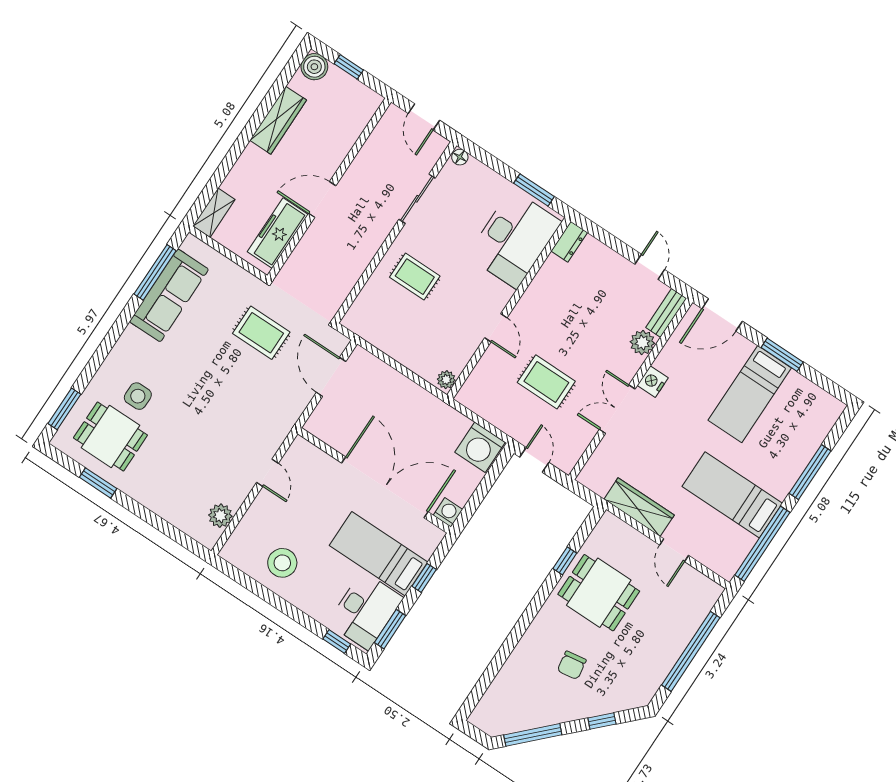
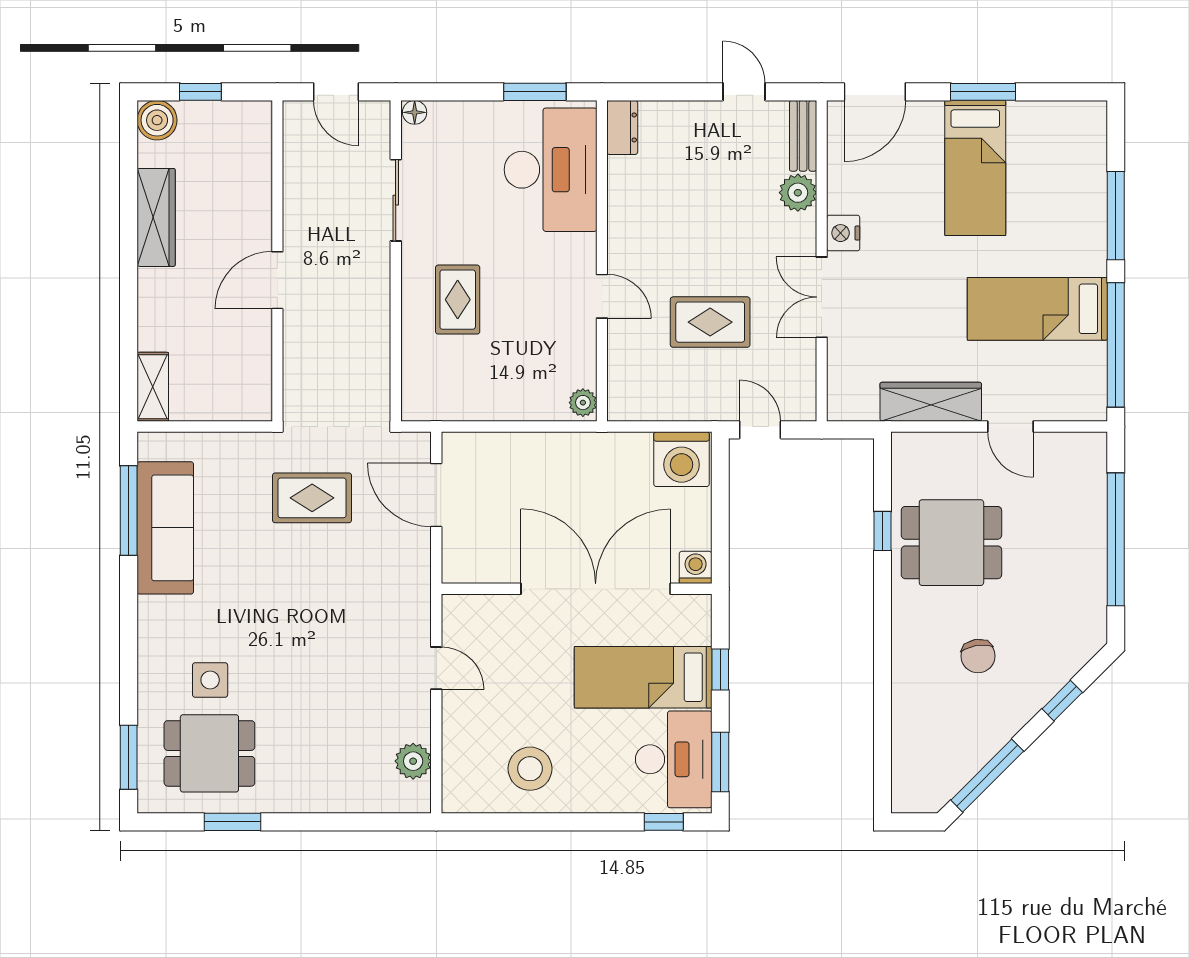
freezer: (278, 233) -> (250, 359), removed
rug: (415, 277) -> (458, 300), turned 90

